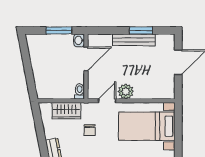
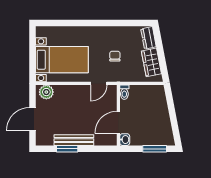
window: (59, 30) -> (155, 149), moved
plant: (126, 91) -> (46, 92), moved
wardrobe: (66, 111) -> (151, 62), moved, turned -101

